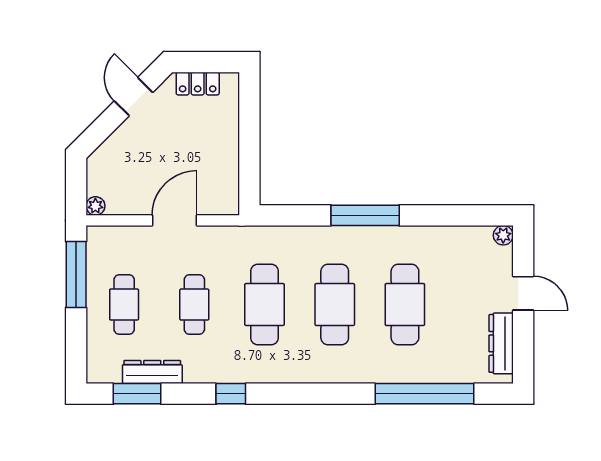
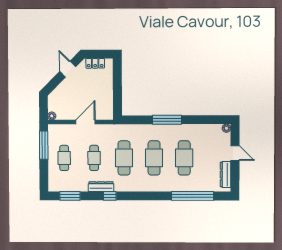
dresser: (152, 372) -> (101, 187), moved

